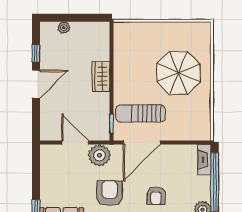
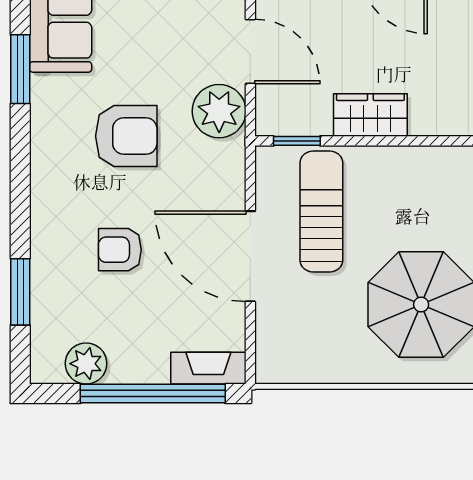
wardrobe: (101, 77) -> (370, 115), moved
door: (75, 142) -> (250, 51), hinge flipped
door: (142, 142) -> (250, 256), moved

